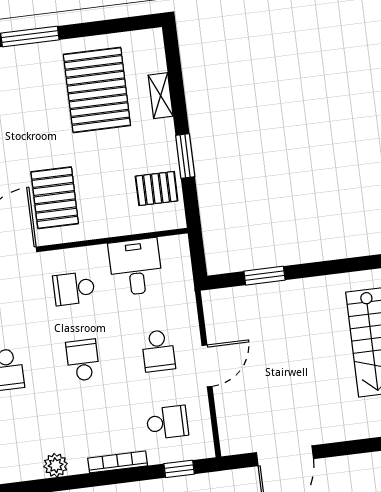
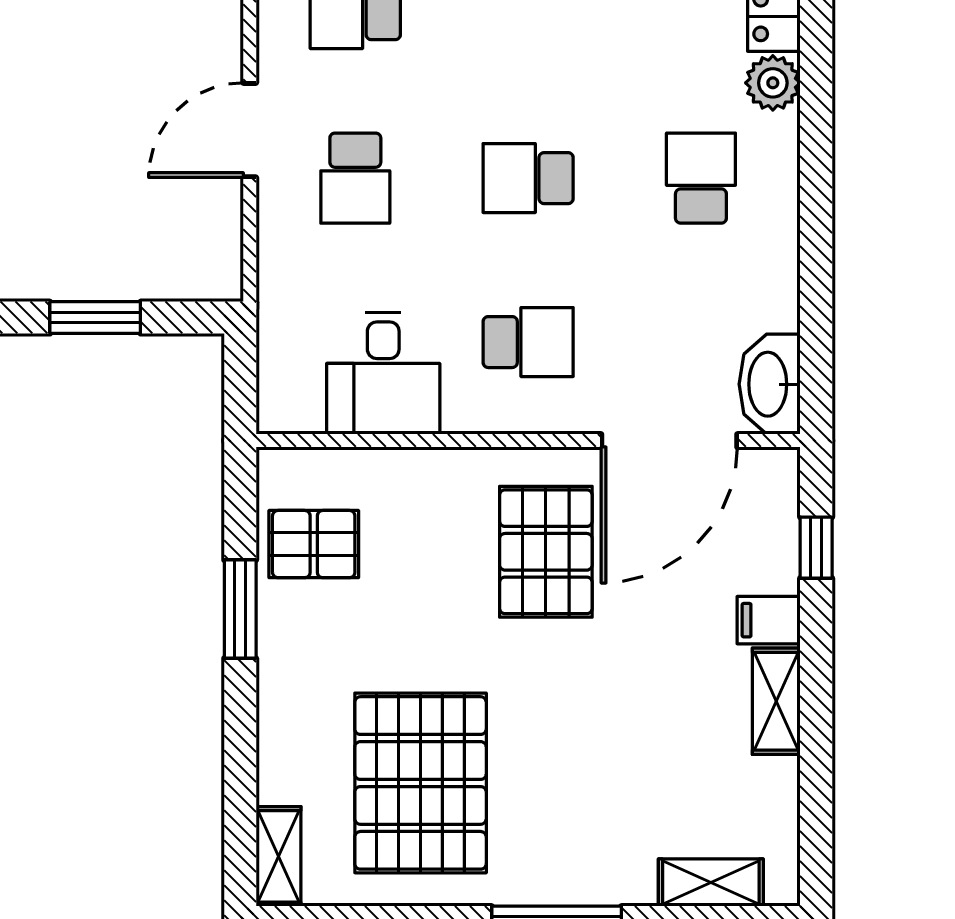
shelving: (161, 96) -> (279, 856), moved
school desk: (158, 351) -> (355, 178), turned 180
school desk: (83, 360) -> (528, 178), turned 90

